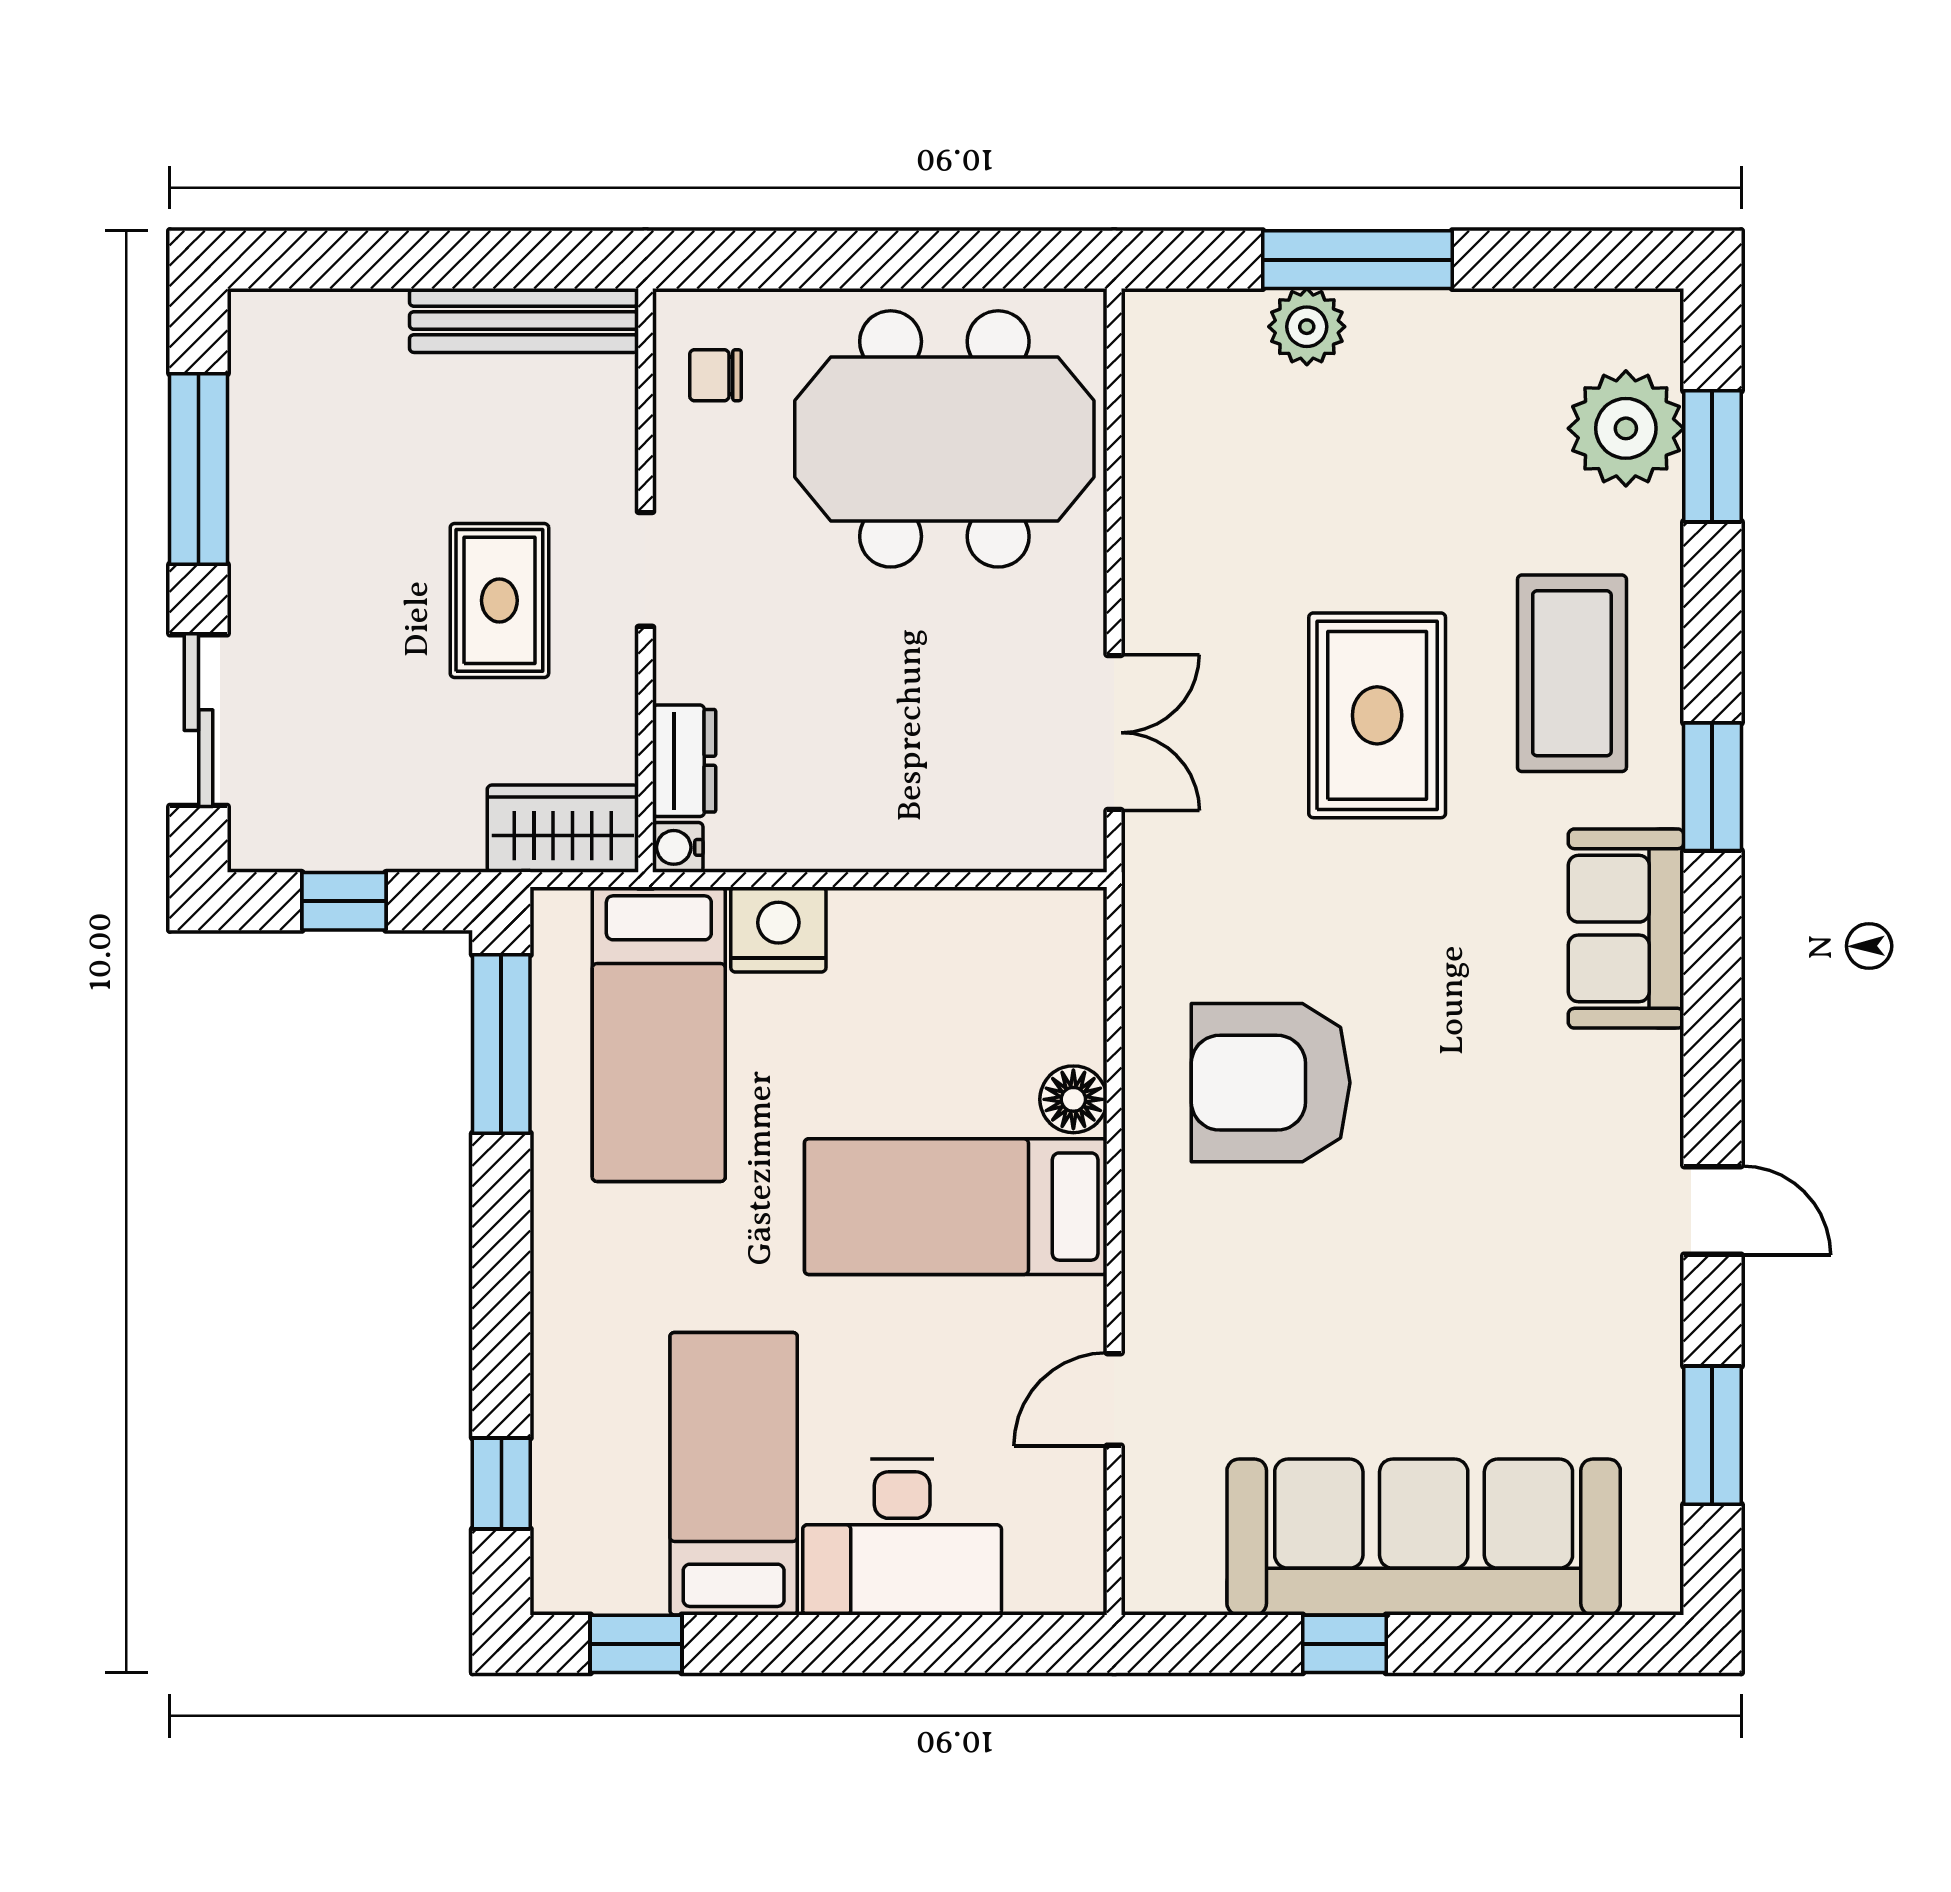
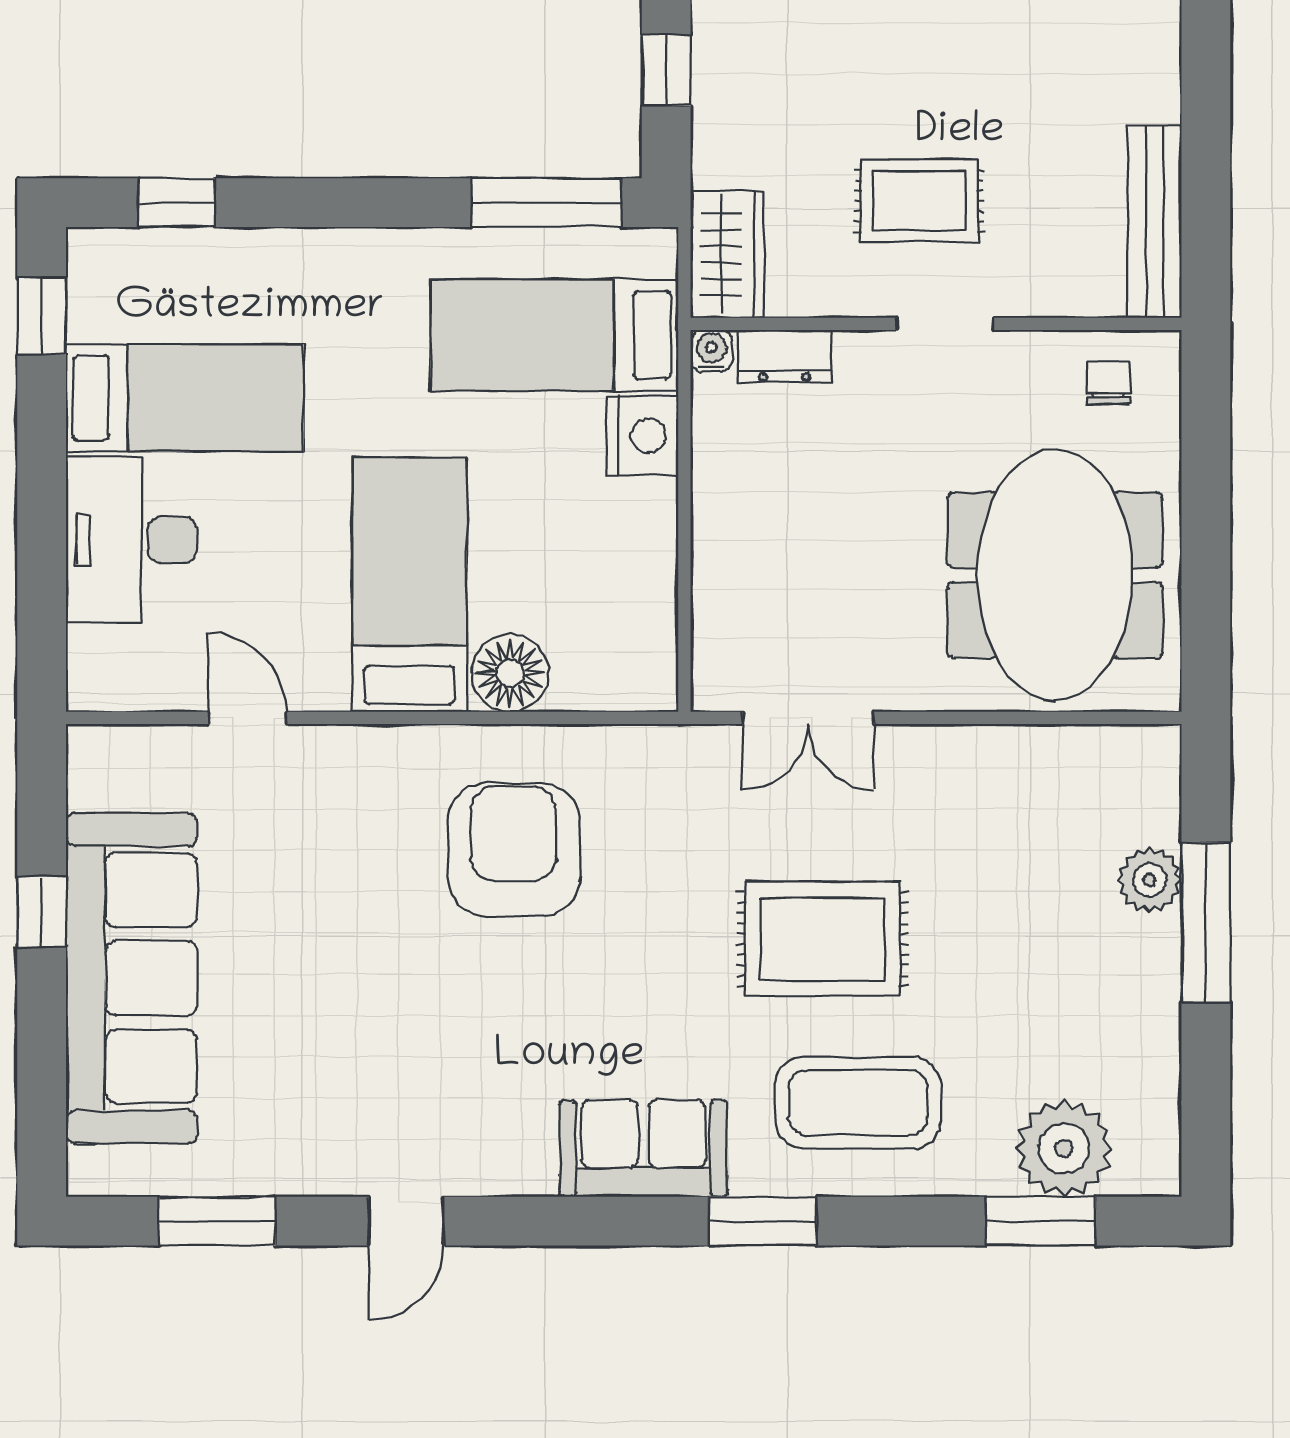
floor lamp: (1073, 1099) -> (510, 673), width x1.38, depth x1.38

